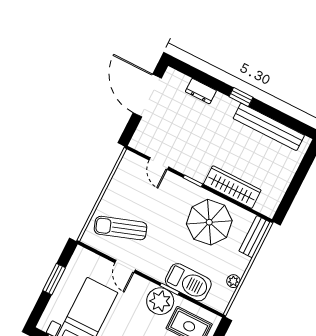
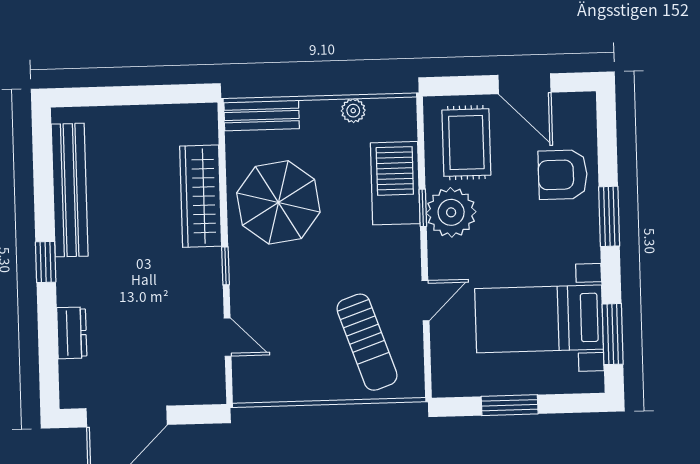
door: (159, 164) -> (228, 337), hinge flipped

